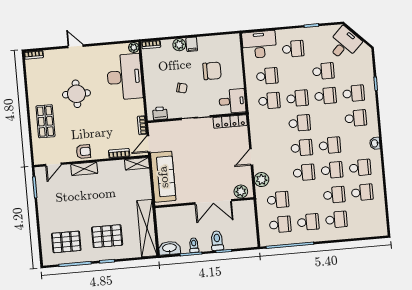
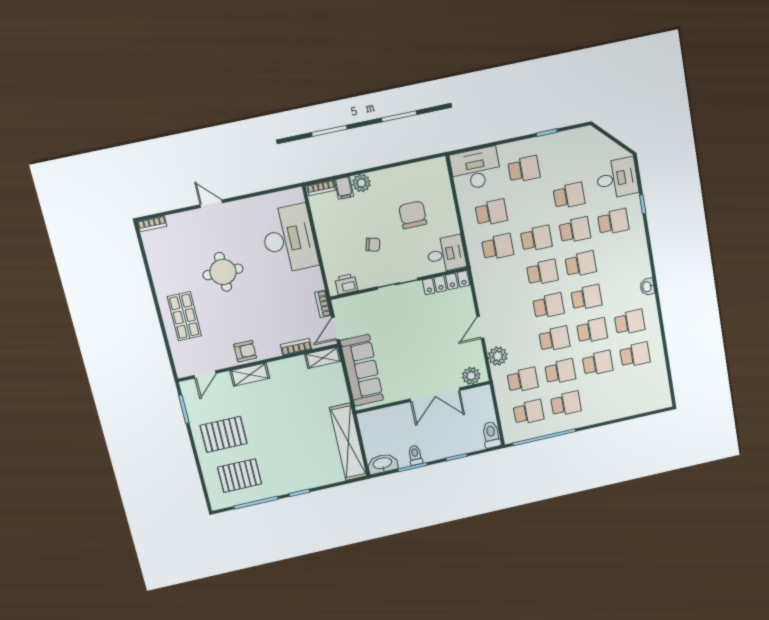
filing cabinet: (192, 44) -> (344, 188), moved
desk: (344, 44) -> (617, 178), moved, turned 45
plant: (134, 47) -> (296, 195), removed
chair: (212, 71) -> (413, 215), turned -90
school desk: (356, 118) -> (581, 264), moved
school desk: (336, 220) -> (560, 372), moved
pallet: (107, 236) -> (224, 434), moved
toilet: (217, 241) -> (491, 435), moved

